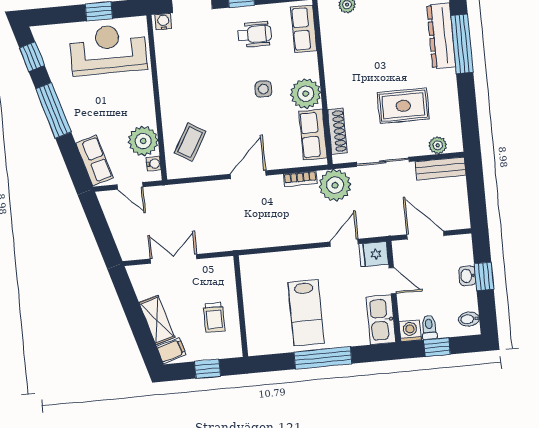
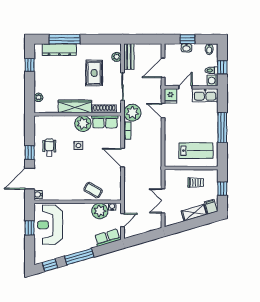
row of seats: (304, 29) -> (49, 121), removed
wardrobe: (337, 75) -> (75, 106), added
coffee table: (190, 142) -> (93, 190), moved
lab bench: (306, 313) -> (196, 151), moved

